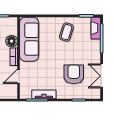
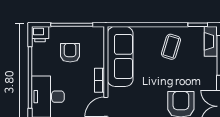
floor lamp: (12, 41) -> (96, 59), removed

